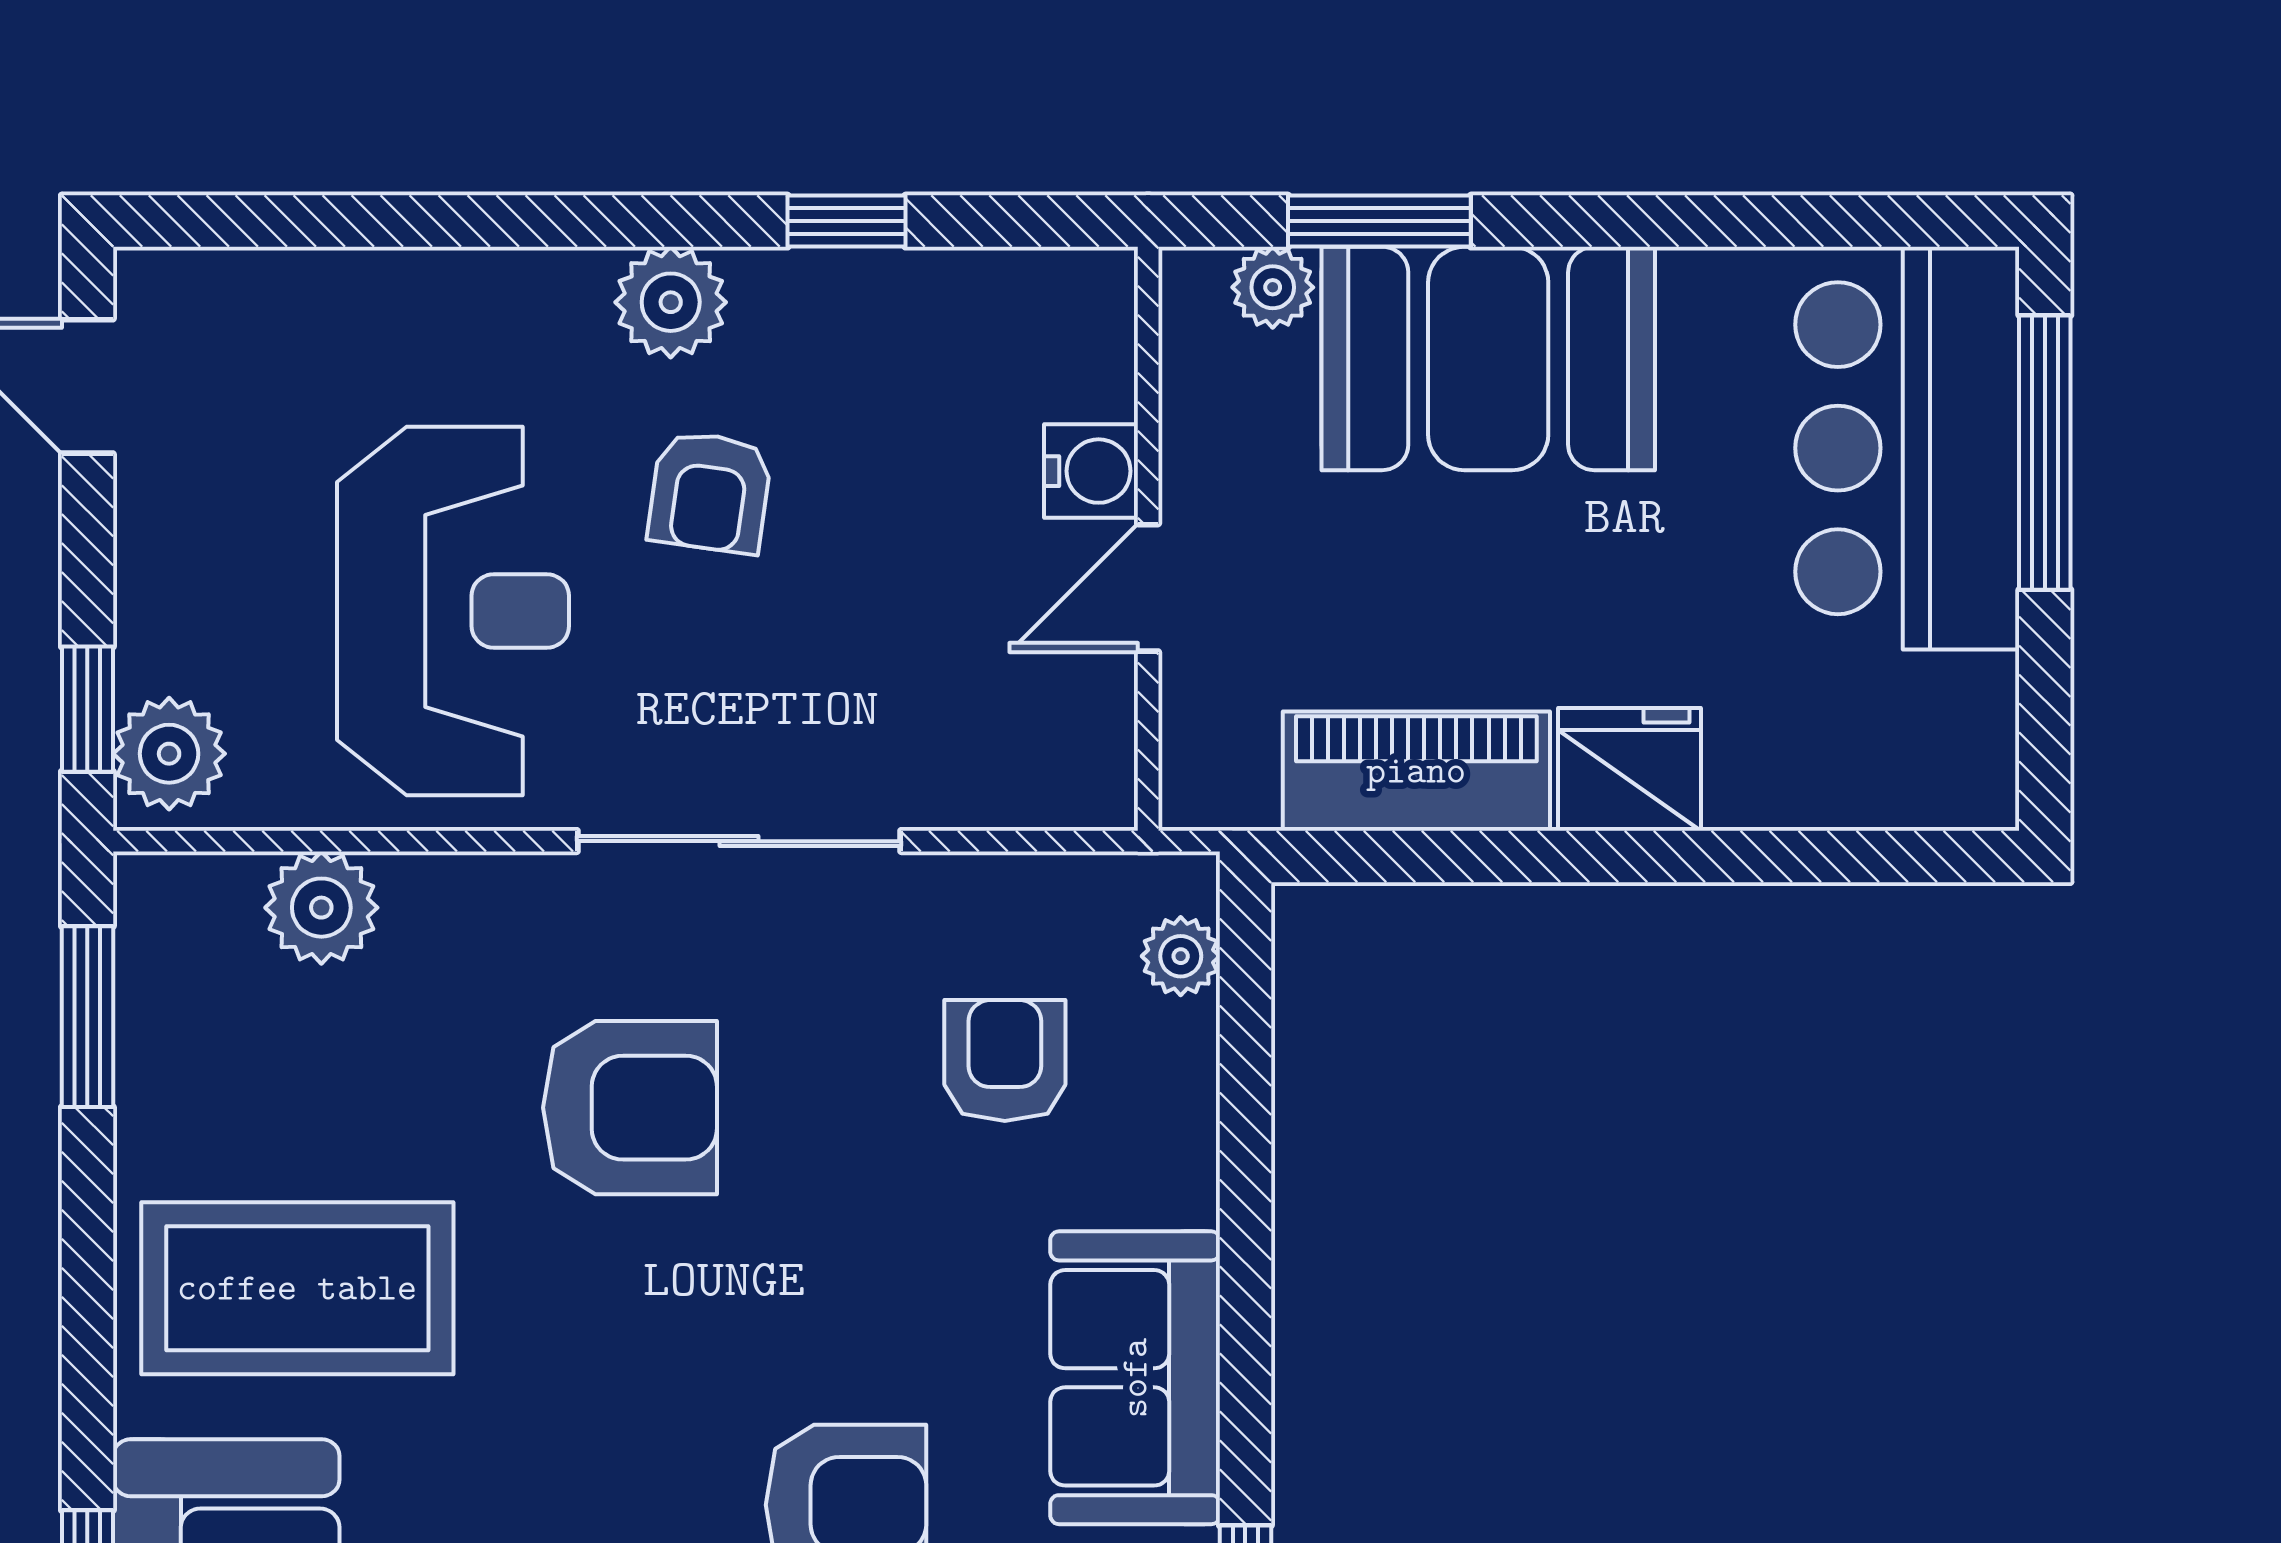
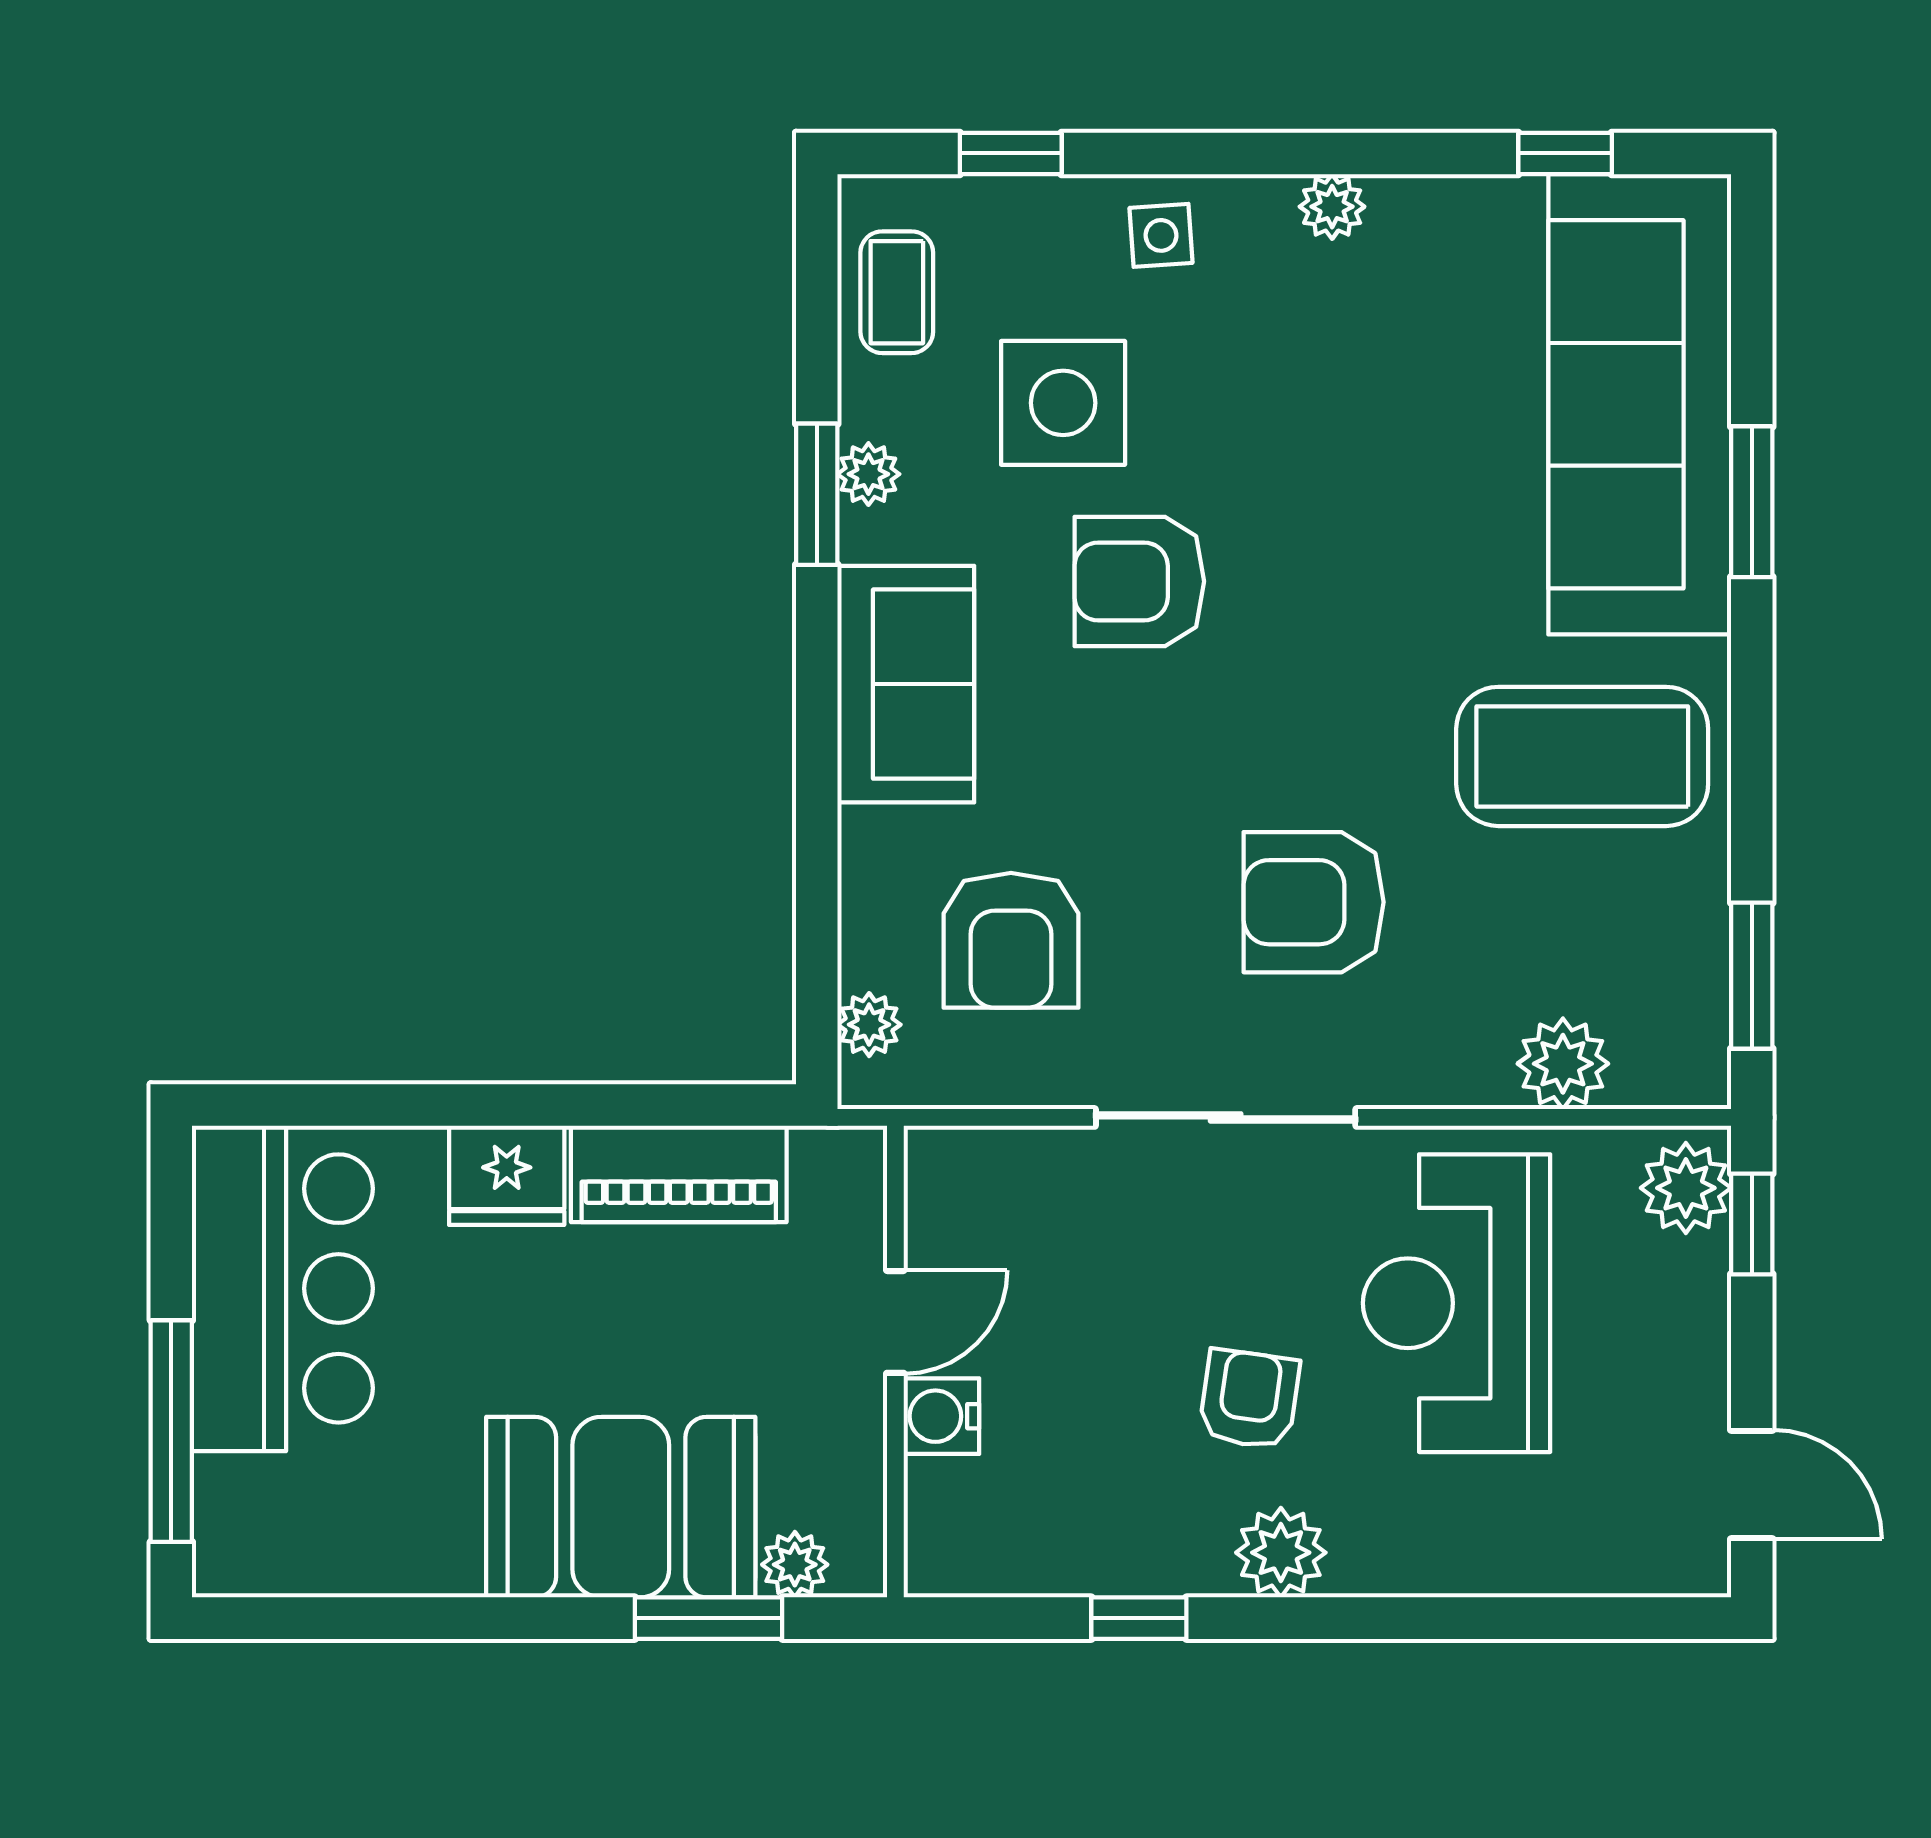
bar counter: (1907, 448) -> (282, 1288), moved
armchair: (1005, 1060) -> (1011, 940), width x1.38, depth x1.38

